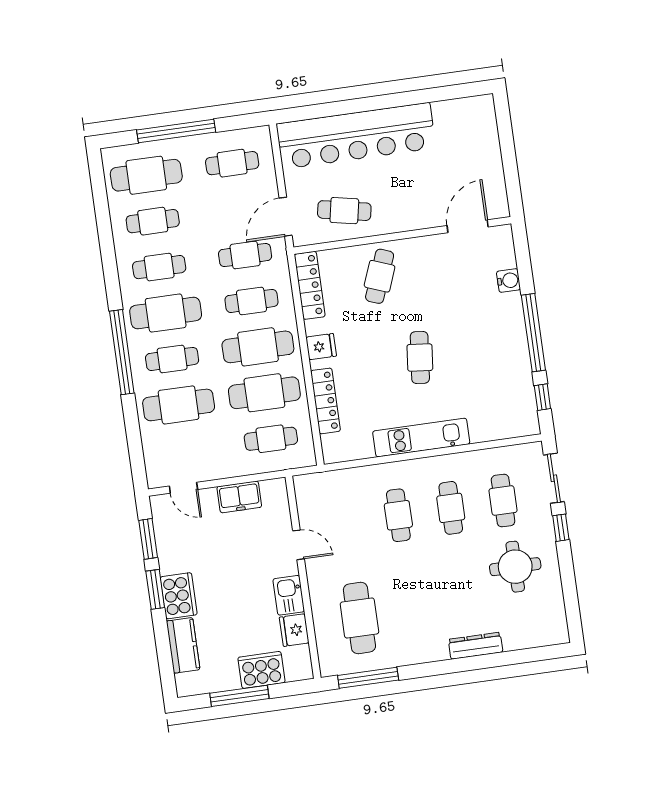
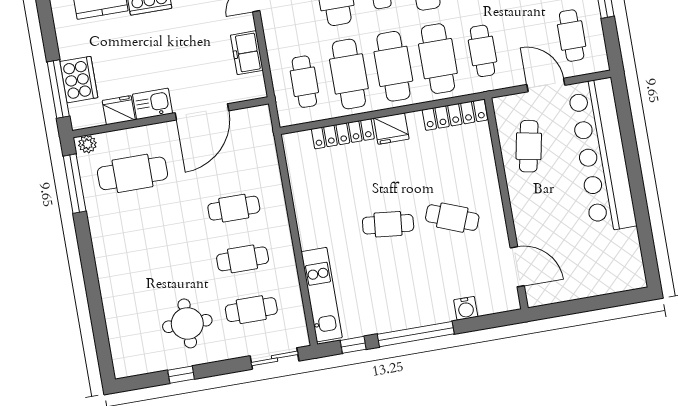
door: (286, 217) -> (546, 85), moved
cafe table: (380, 276) -> (452, 218), moved
cafe table: (252, 301) -> (438, 59), width x1.37, depth x1.35
fridge: (321, 347) -> (391, 129), width x1.38
kitchen unit: (421, 438) -> (322, 295), moved
window: (561, 528) -> (181, 375), moved
door: (298, 545) -> (202, 112), width x1.87
dresser: (476, 646) -> (109, 287), removed
plant: (328, 663) -> (87, 144), added
window: (239, 696) -> (58, 89), moved

